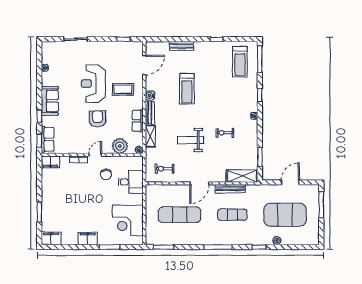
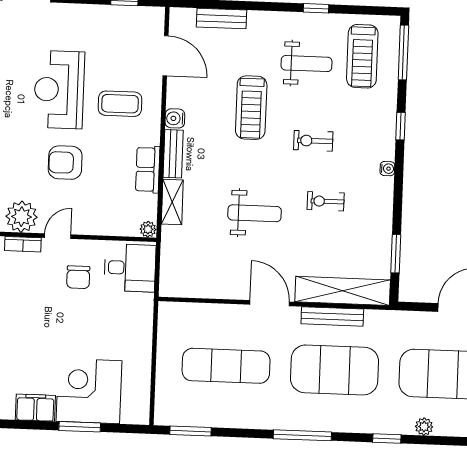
bench: (182, 46) -> (221, 19), moved
door: (144, 65) -> (166, 56), hinge flipped
weight bench: (213, 66) -> (307, 64), added
armchair: (97, 119) -> (65, 163), turned -90
weight bench: (190, 140) -> (255, 213), turned 180
plant: (120, 146) -> (22, 217), moved
exercise bike: (165, 169) -> (313, 141), moved
shelving: (242, 176) -> (343, 291), width x1.47
desk: (131, 182) -> (130, 268), moved
door: (200, 183) -> (270, 303), swing flipped
exercise mat: (232, 215) -> (334, 370), width x2.00, depth x1.45
corner desk: (128, 220) -> (89, 391), moved, turned 90

